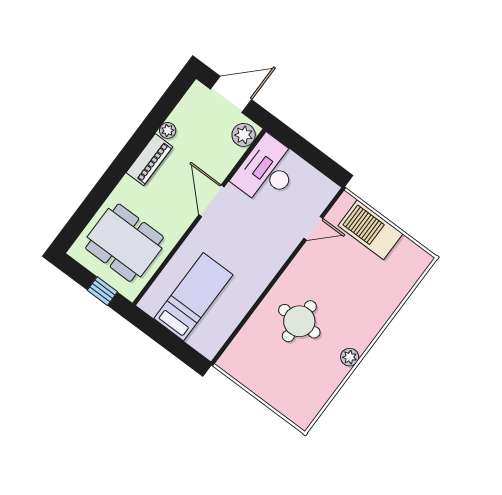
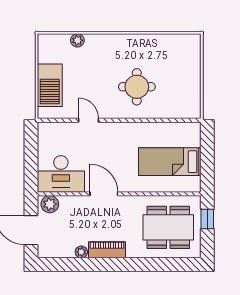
door: (211, 201) -> (104, 194), swing flipped
door: (313, 228) -> (89, 120), moved
dining table: (124, 243) -> (168, 227), turned 90
plant: (350, 357) -> (77, 40), moved

